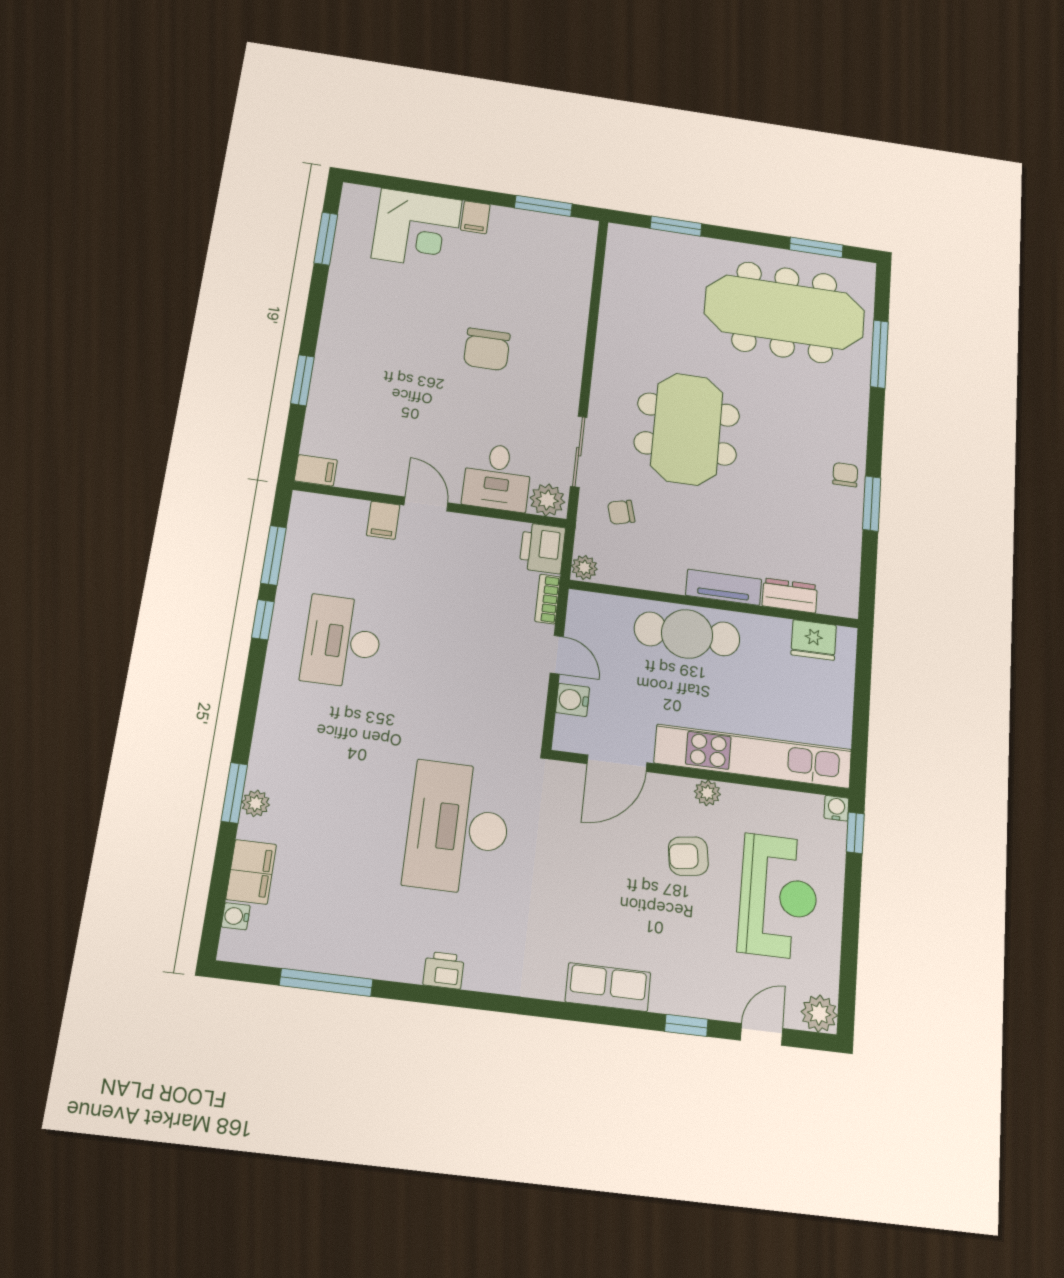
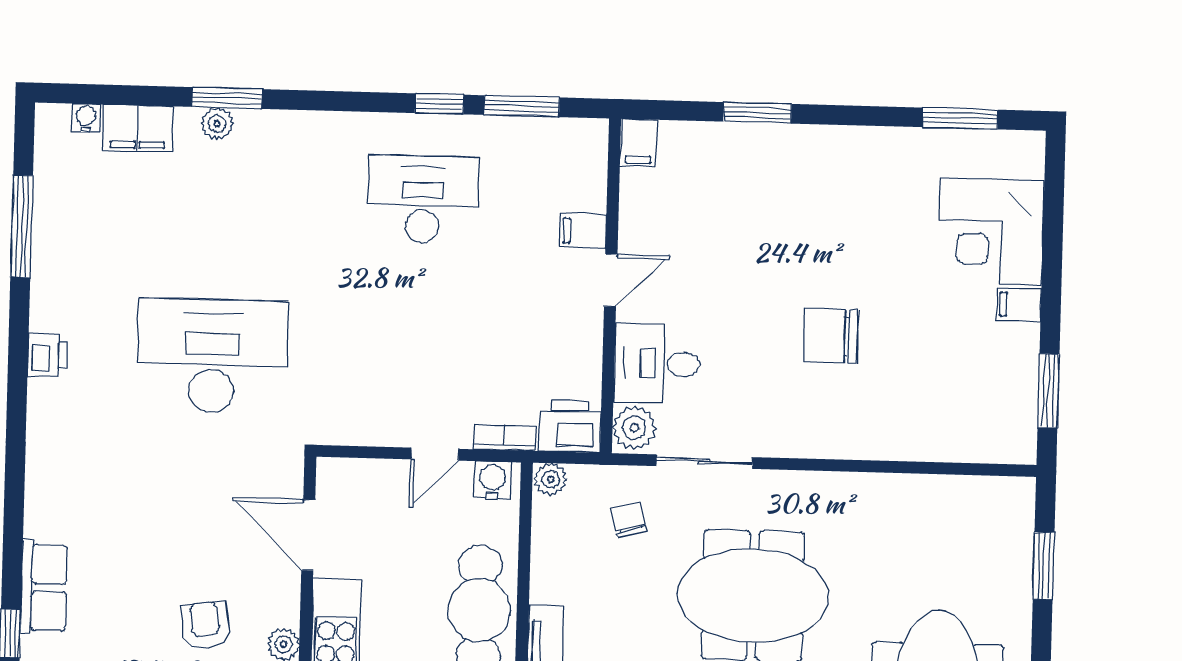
water cooler: (573, 700) -> (492, 480), moved
row of seats: (608, 987) -> (44, 587), moved

